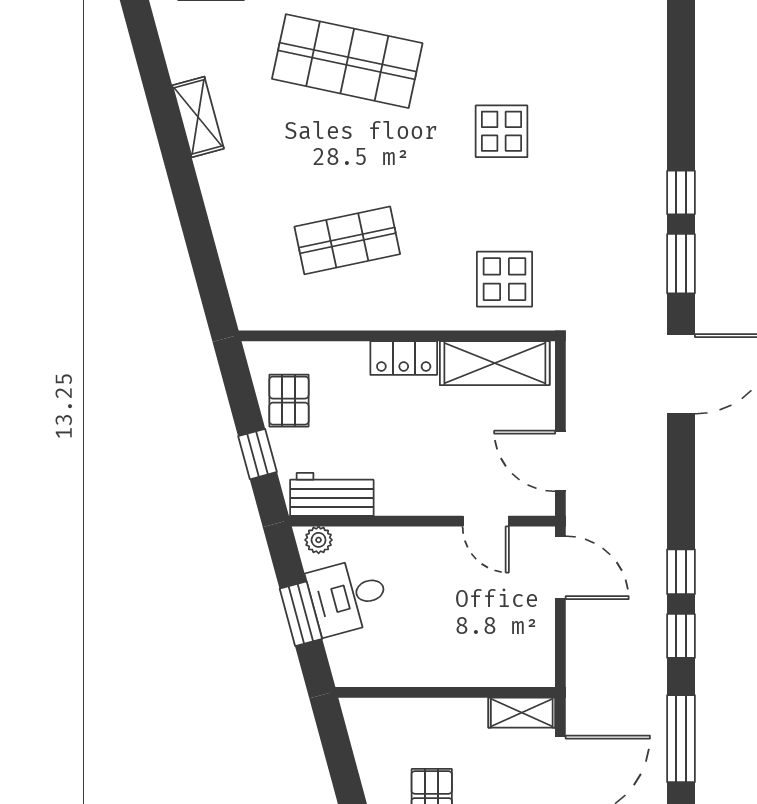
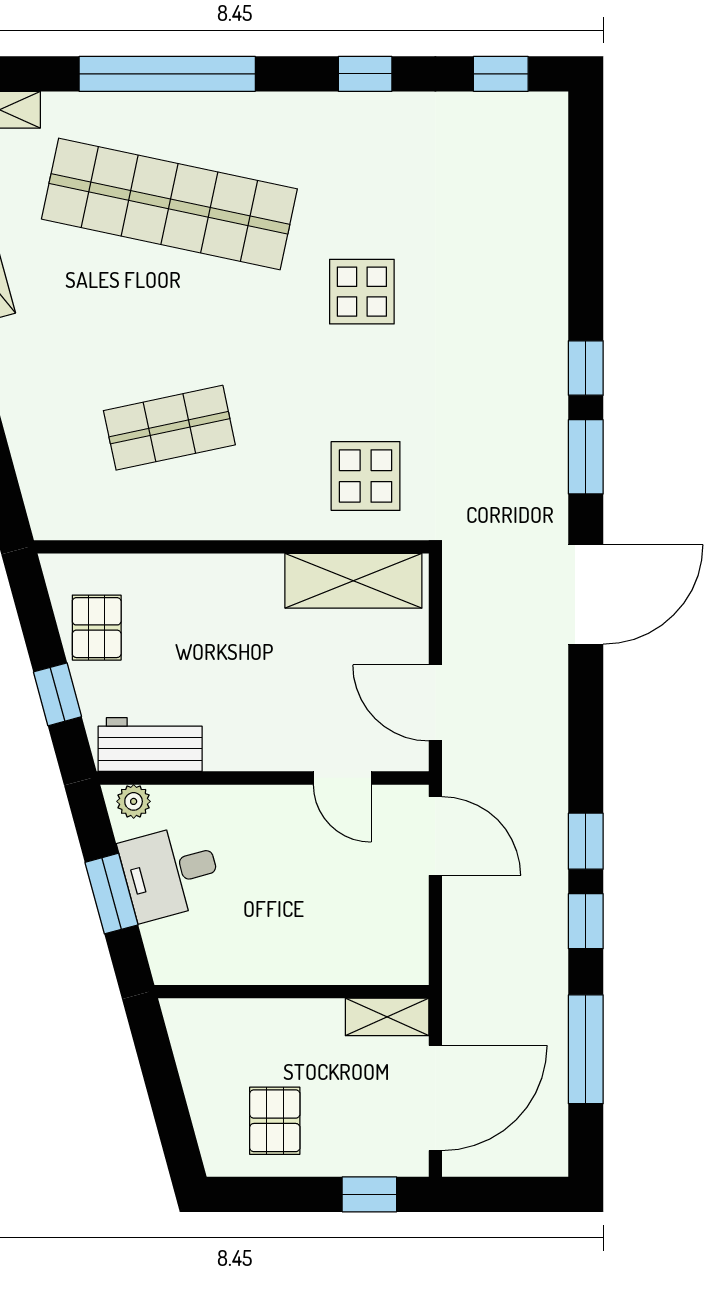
shop shelf: (347, 61) -> (169, 204), width x1.40
locker: (404, 358) -> (240, 575), removed

